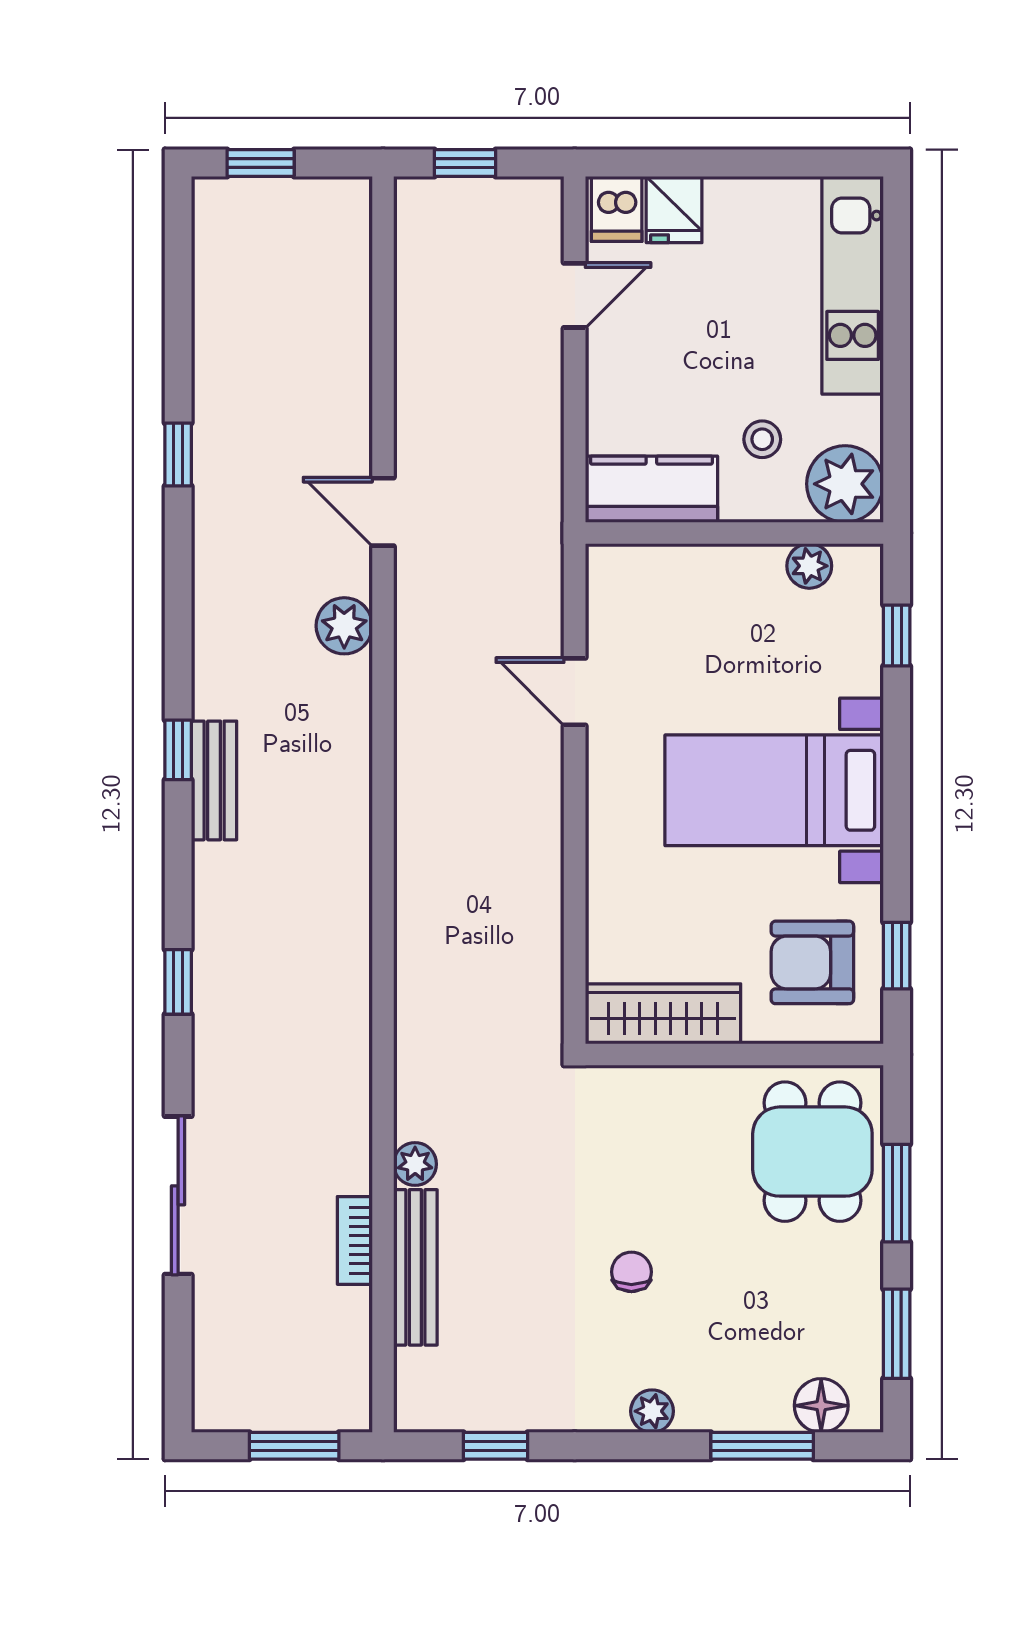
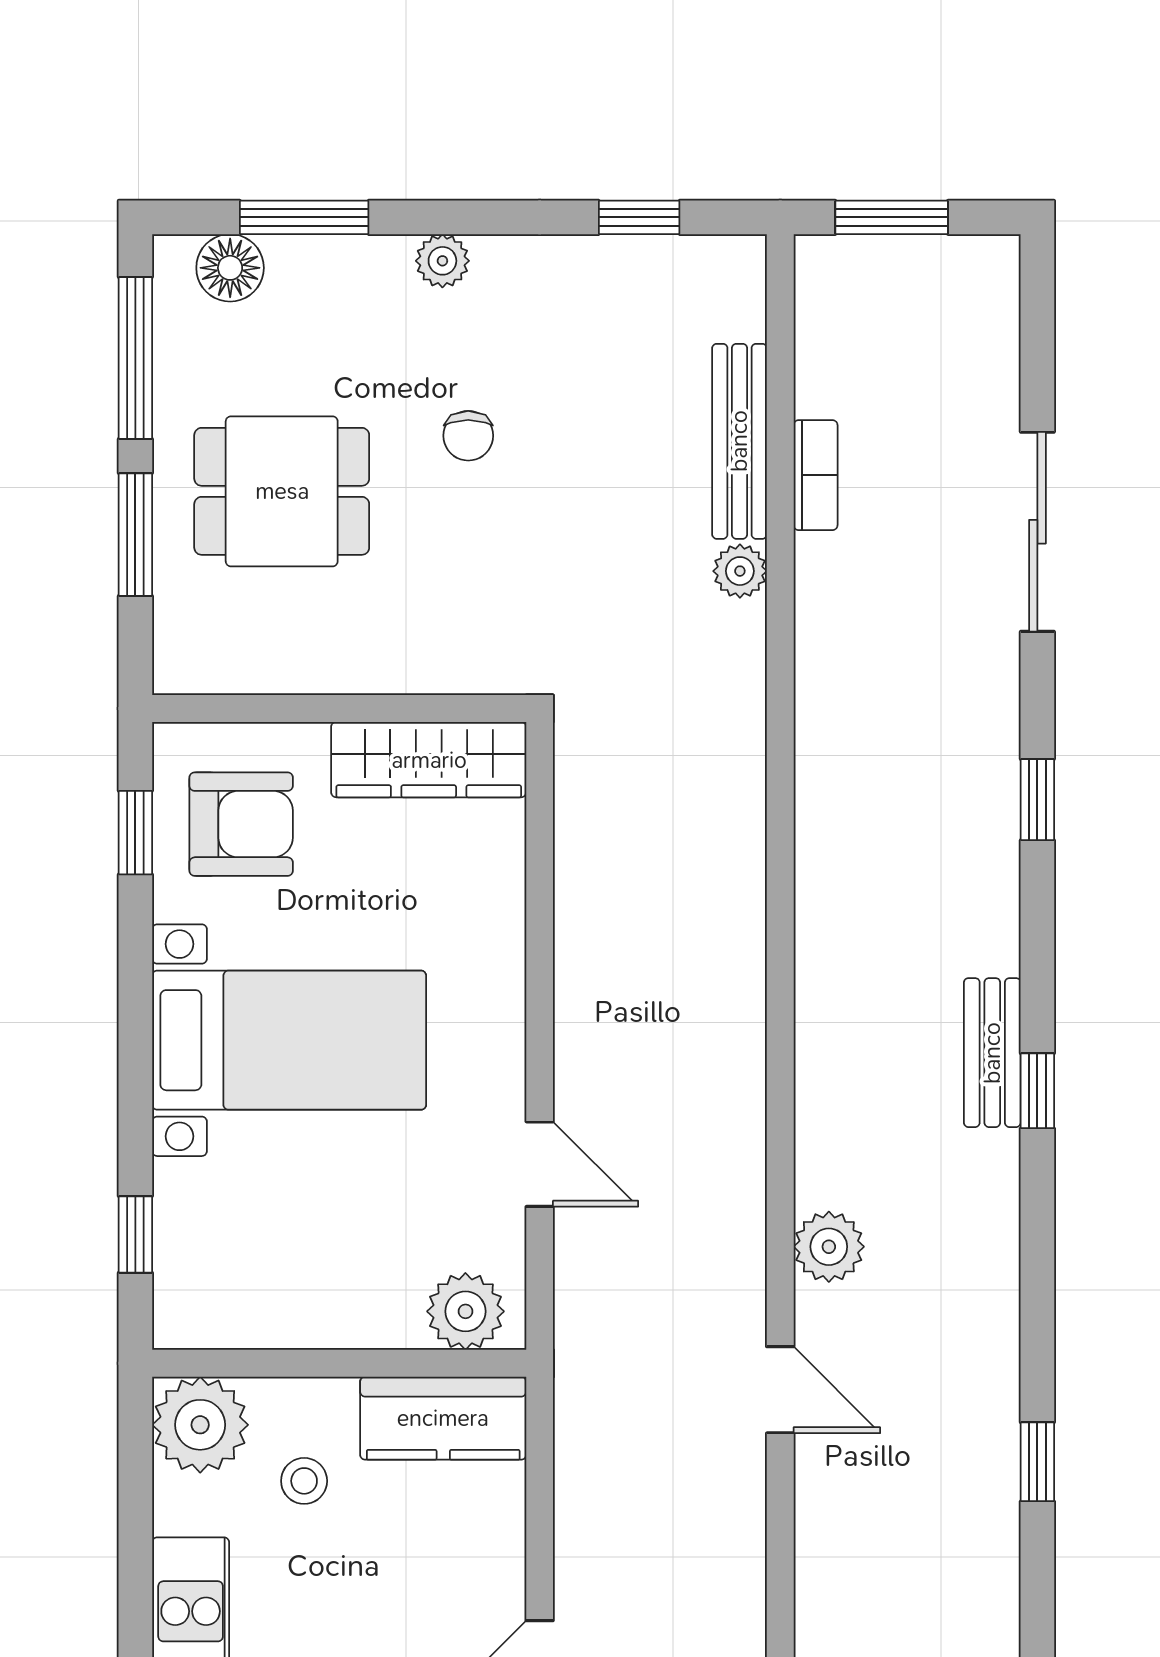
plant: (809, 566) -> (465, 1311), moved, width x1.38, depth x1.38
dining table: (812, 1152) -> (282, 491), moved, turned 90
window: (897, 1334) -> (135, 358), width x1.44

